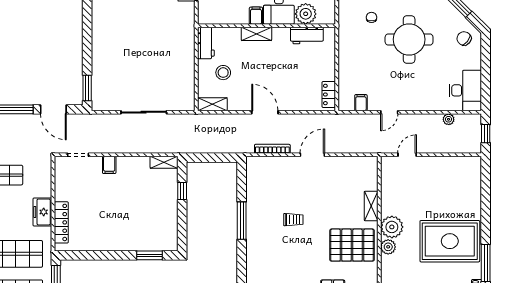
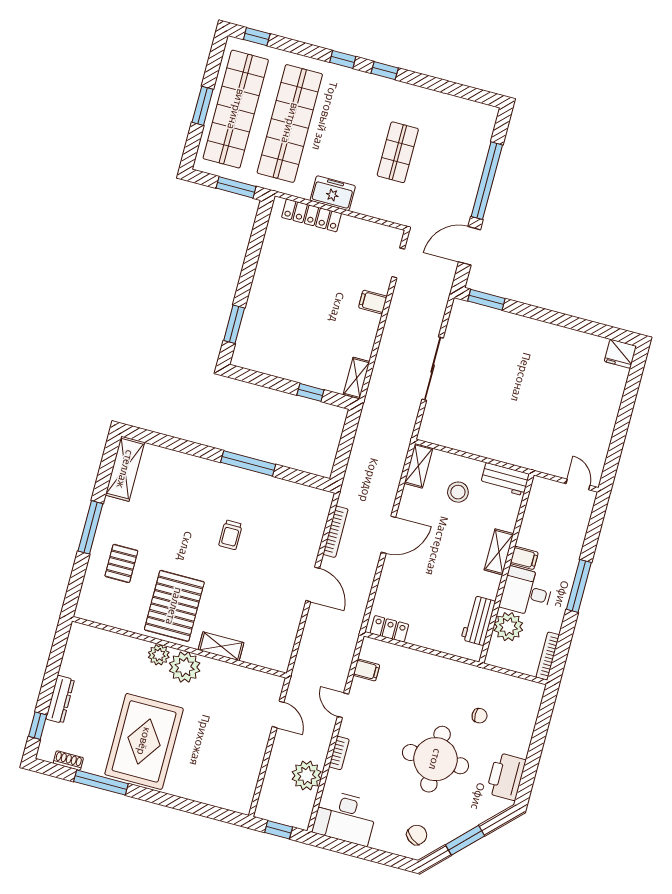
bookcase: (422, 106) -> (339, 753), added
plant: (449, 119) -> (307, 776), width x1.88, depth x1.88

